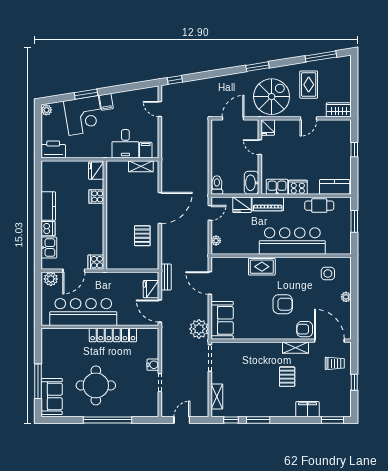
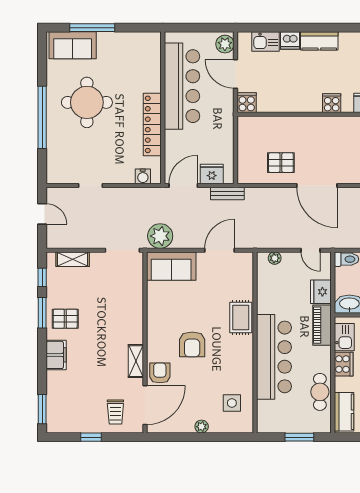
water cooler: (153, 365) -> (143, 176), moved
pallet: (287, 377) -> (65, 319), moved
filing cabinet: (308, 409) -> (56, 355), moved

